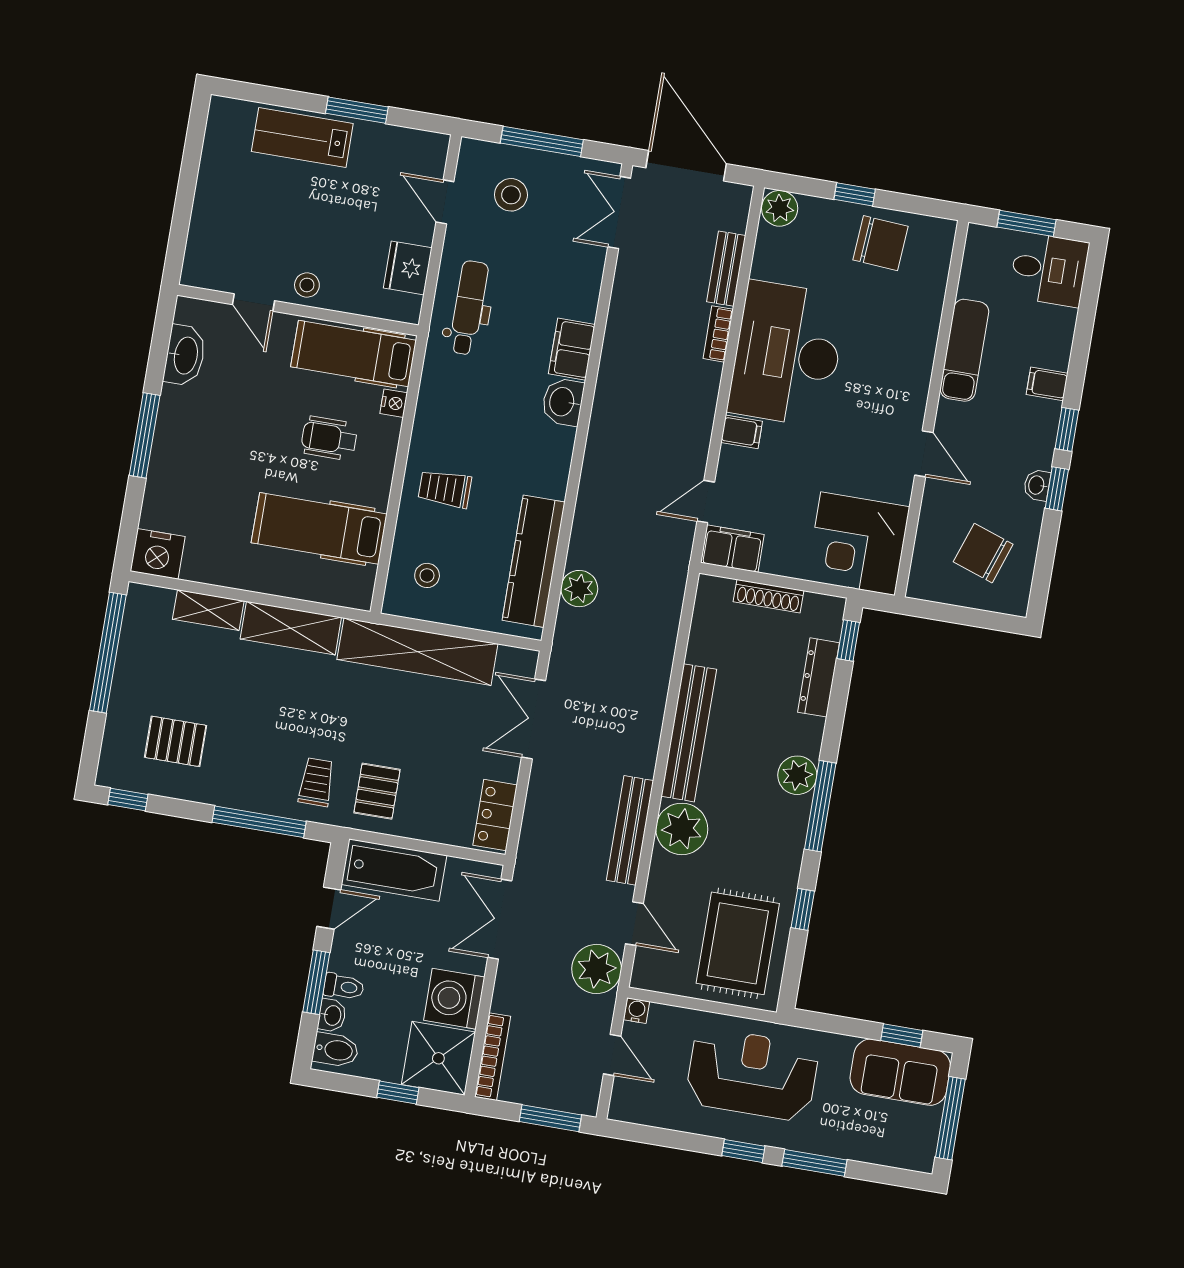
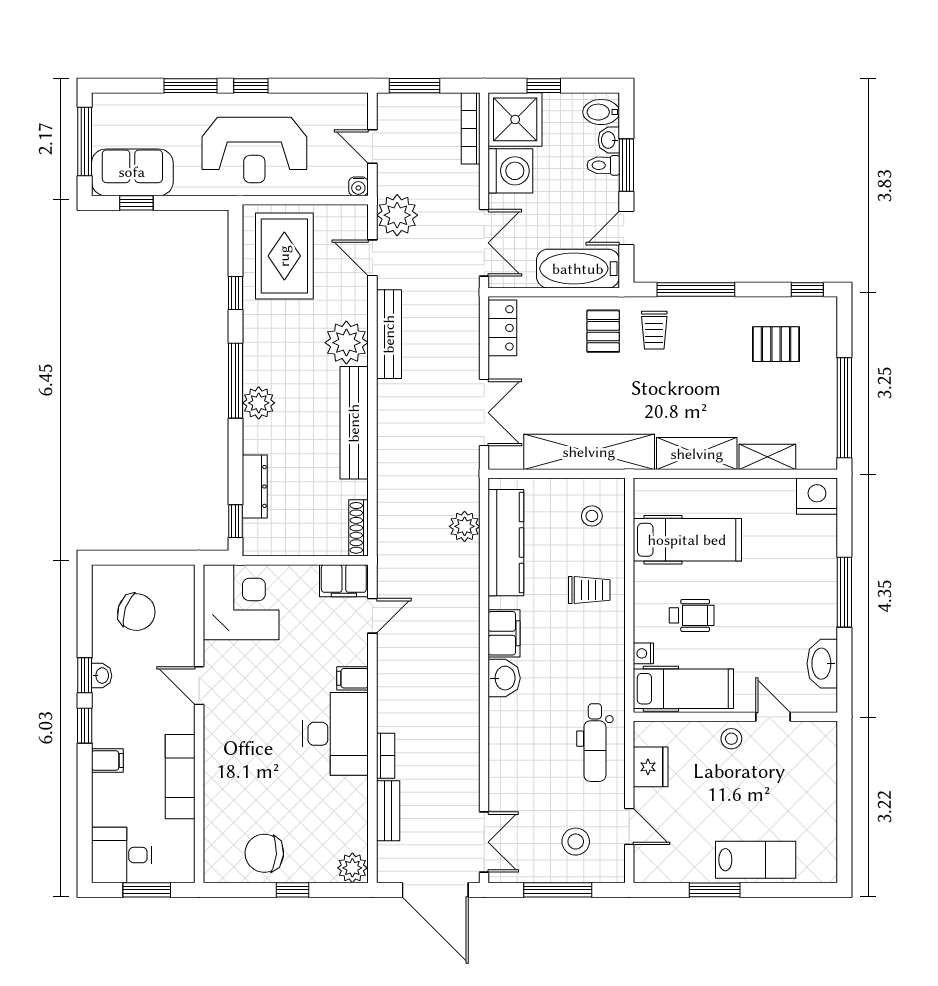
filing cabinet: (572, 349) -> (504, 633), moved
desk: (787, 354) -> (336, 734), width x0.73, depth x0.77
shoe rack: (768, 596) -> (358, 528), moved, turned -90

